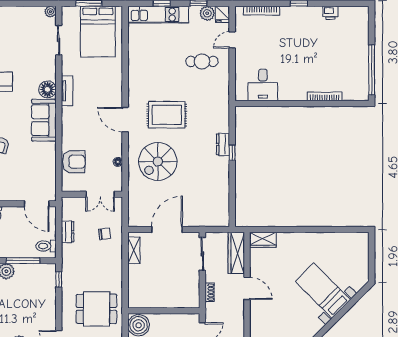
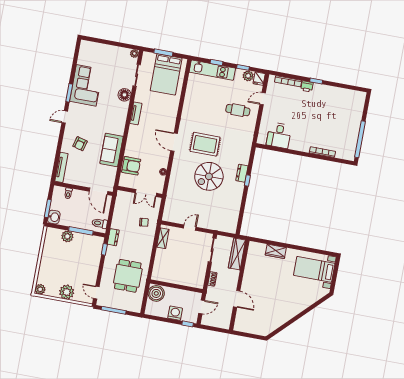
printer: (330, 13) -> (307, 86), moved
floor lamp: (47, 89) -> (124, 95), moved
sofa: (44, 120) -> (112, 150), moved
spiral stairs: (158, 162) -> (209, 176), moved
door: (167, 230) -> (190, 228), width x0.53
dresser: (68, 232) -> (113, 237), moved
wardrobe: (263, 240) -> (276, 251), moved
door: (247, 288) -> (237, 299), moved
bed with nightstands: (323, 291) -> (314, 269), moved, turned -45
dining table: (96, 309) -> (128, 276), turned 90

